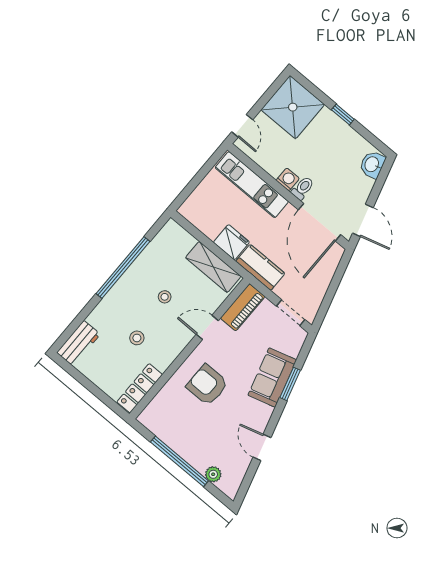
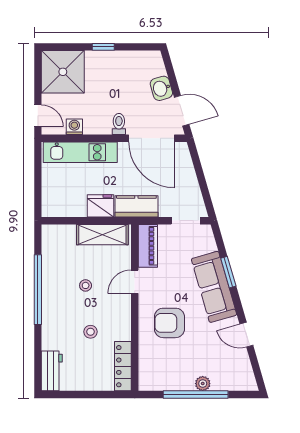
washbasin: (372, 164) -> (161, 88), moved
washing machine: (288, 179) -> (74, 127), moved
sofa: (272, 378) -> (214, 287), width x1.36
plant: (213, 474) -> (203, 384), moved

